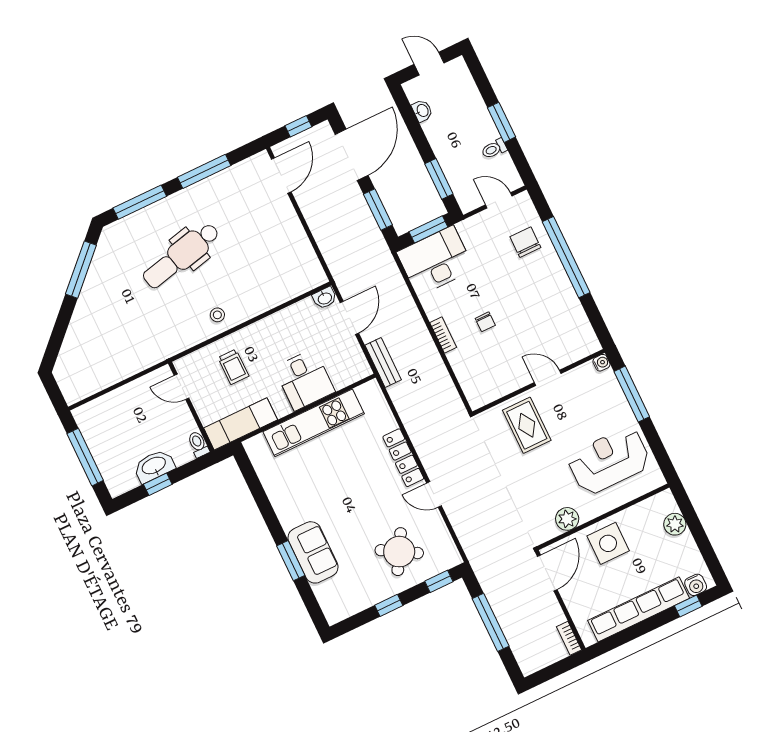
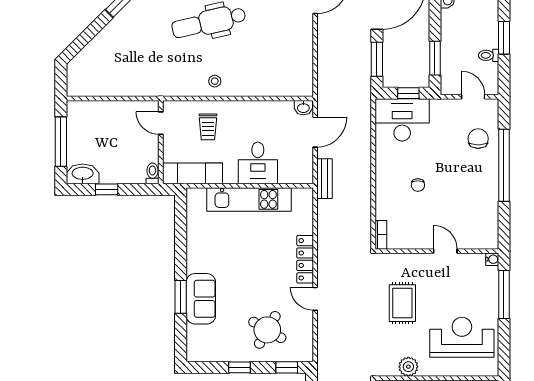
window: (428, 229) -> (408, 93), width x0.67
bookcase: (443, 335) -> (381, 235), moved
rug: (527, 425) -> (402, 303), moved
washbasin: (154, 466) -> (83, 174), moved

